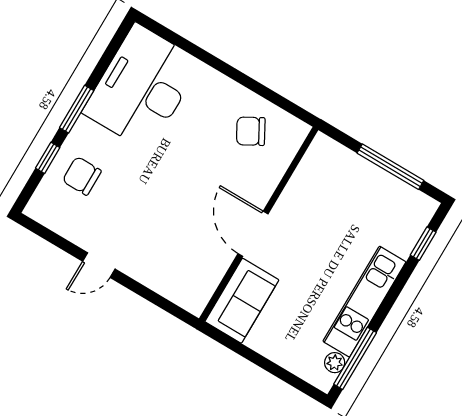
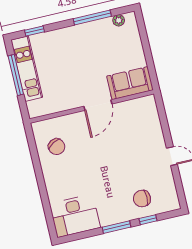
desk: (142, 87) -> (75, 216), width x0.73, depth x0.77
chair: (82, 176) -> (142, 199), turned 90
kitchen unit: (364, 302) -> (27, 69), moved, turned -90
window: (355, 358) -> (92, 17), moved

